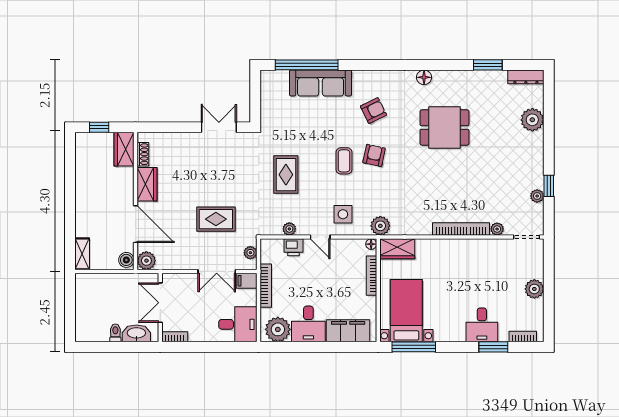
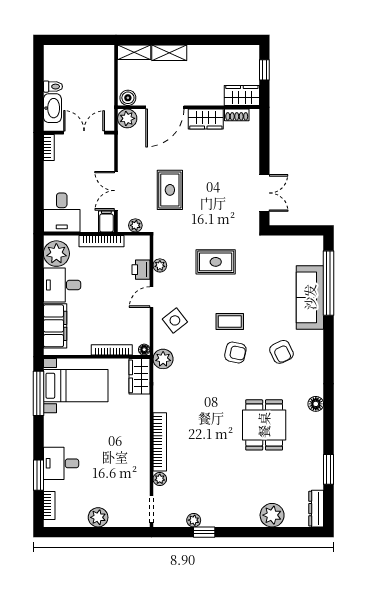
side table: (343, 214) -> (175, 320), turned -38
shelving: (83, 220) -> (169, 53), added

